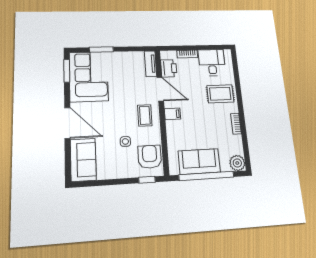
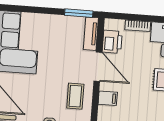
window: (101, 50) -> (79, 13), moved

